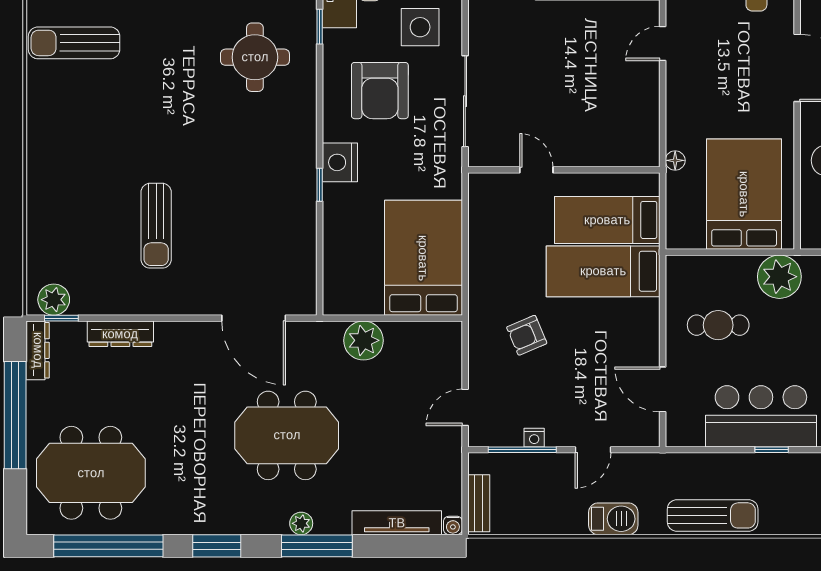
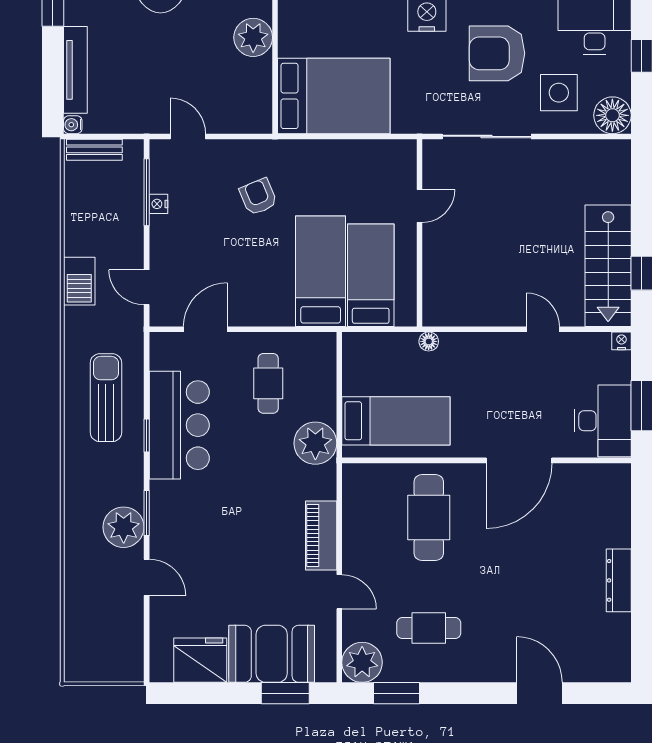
bed: (744, 194) -> (396, 421), width x0.67
door: (593, 450) -> (147, 287), moved
sun lounger: (713, 515) -> (106, 398), moved, turned 180

